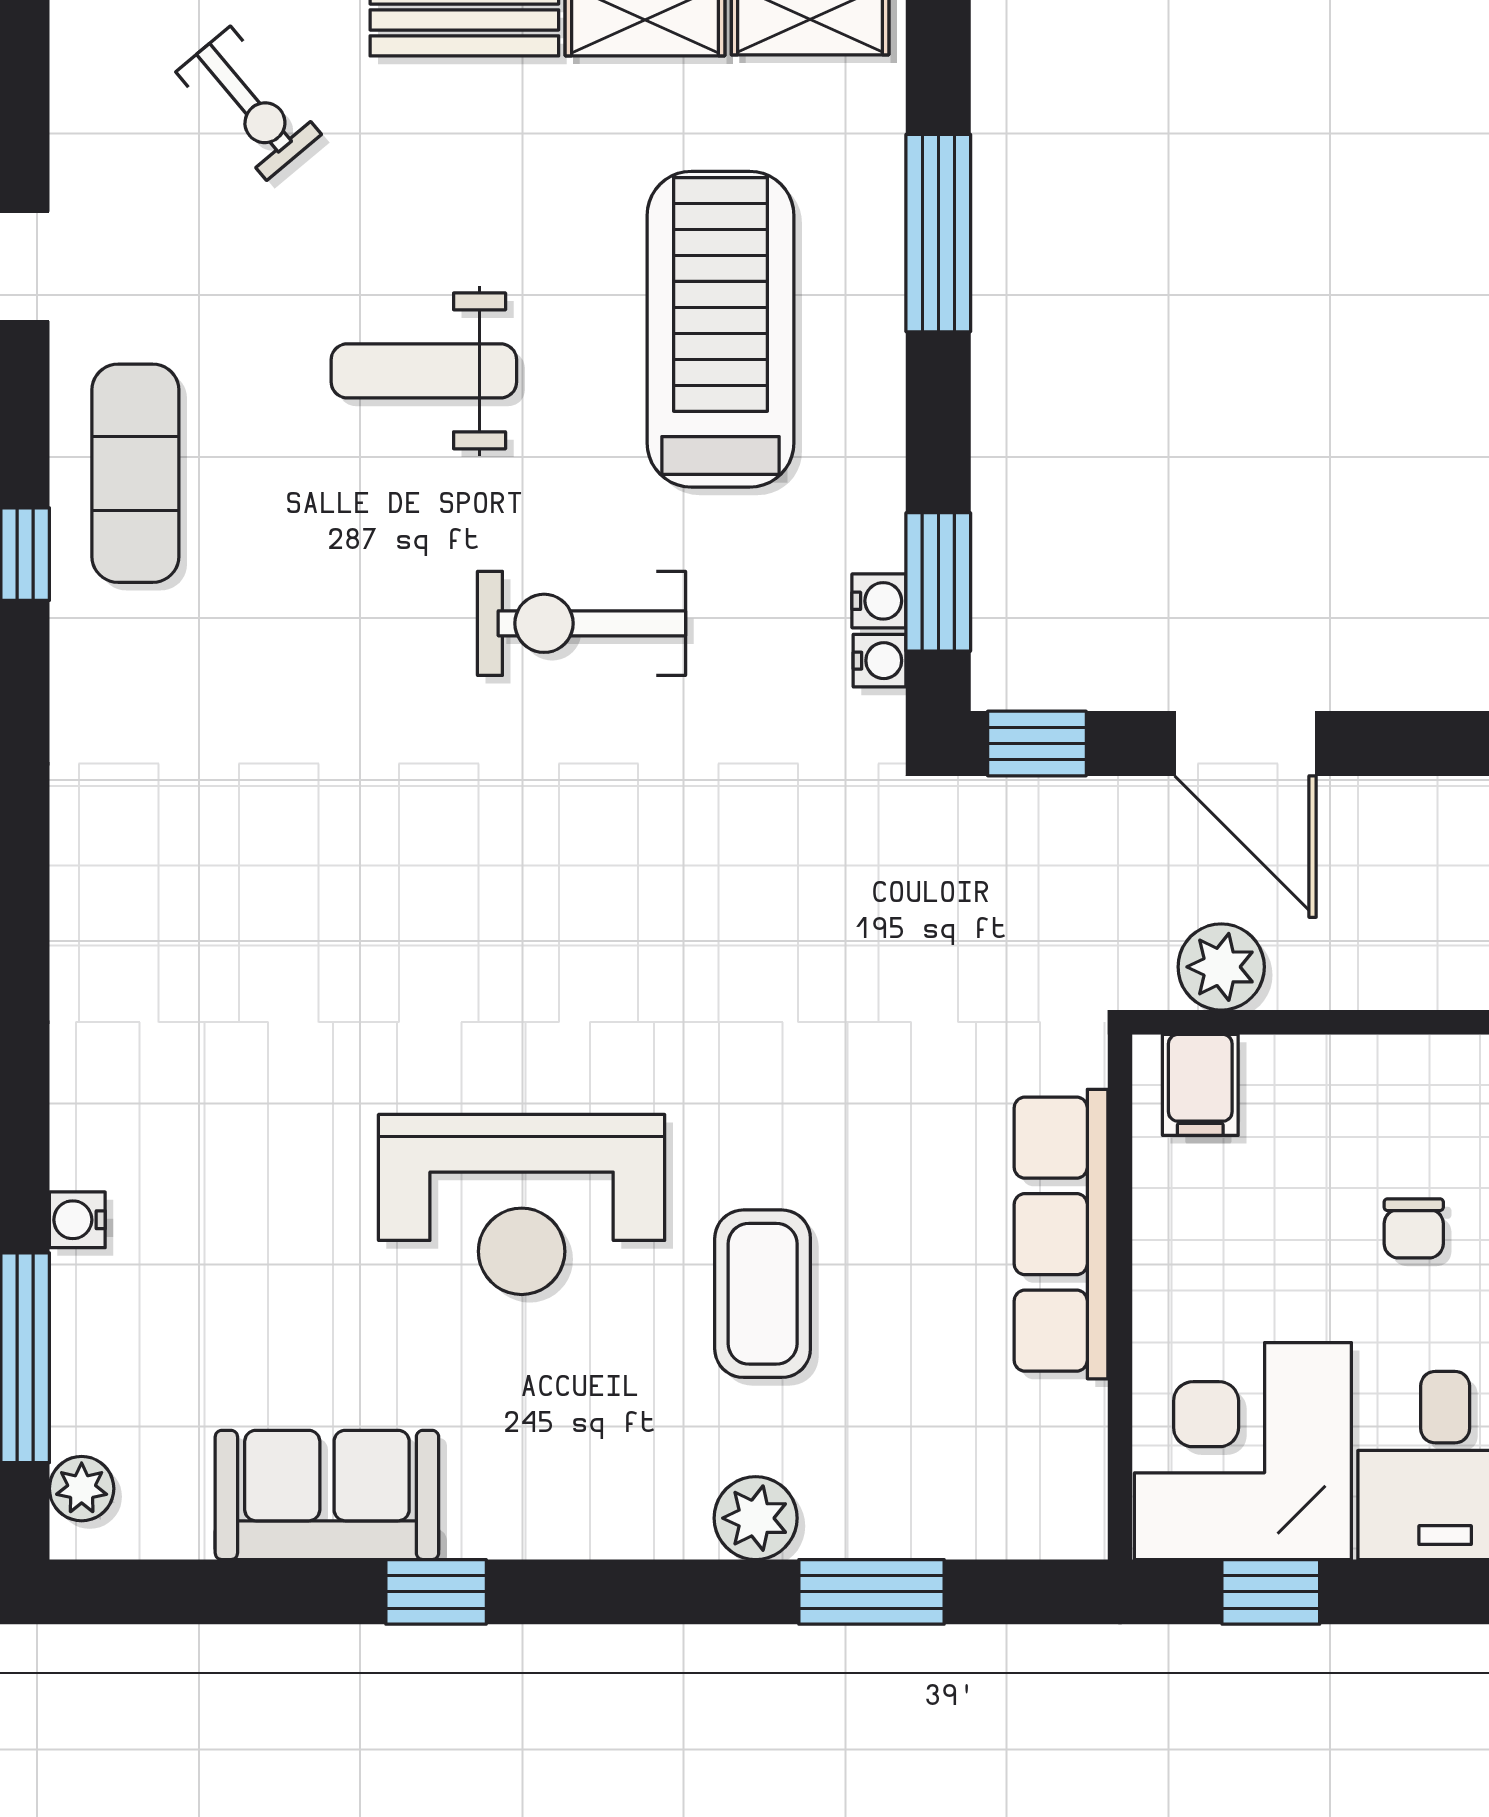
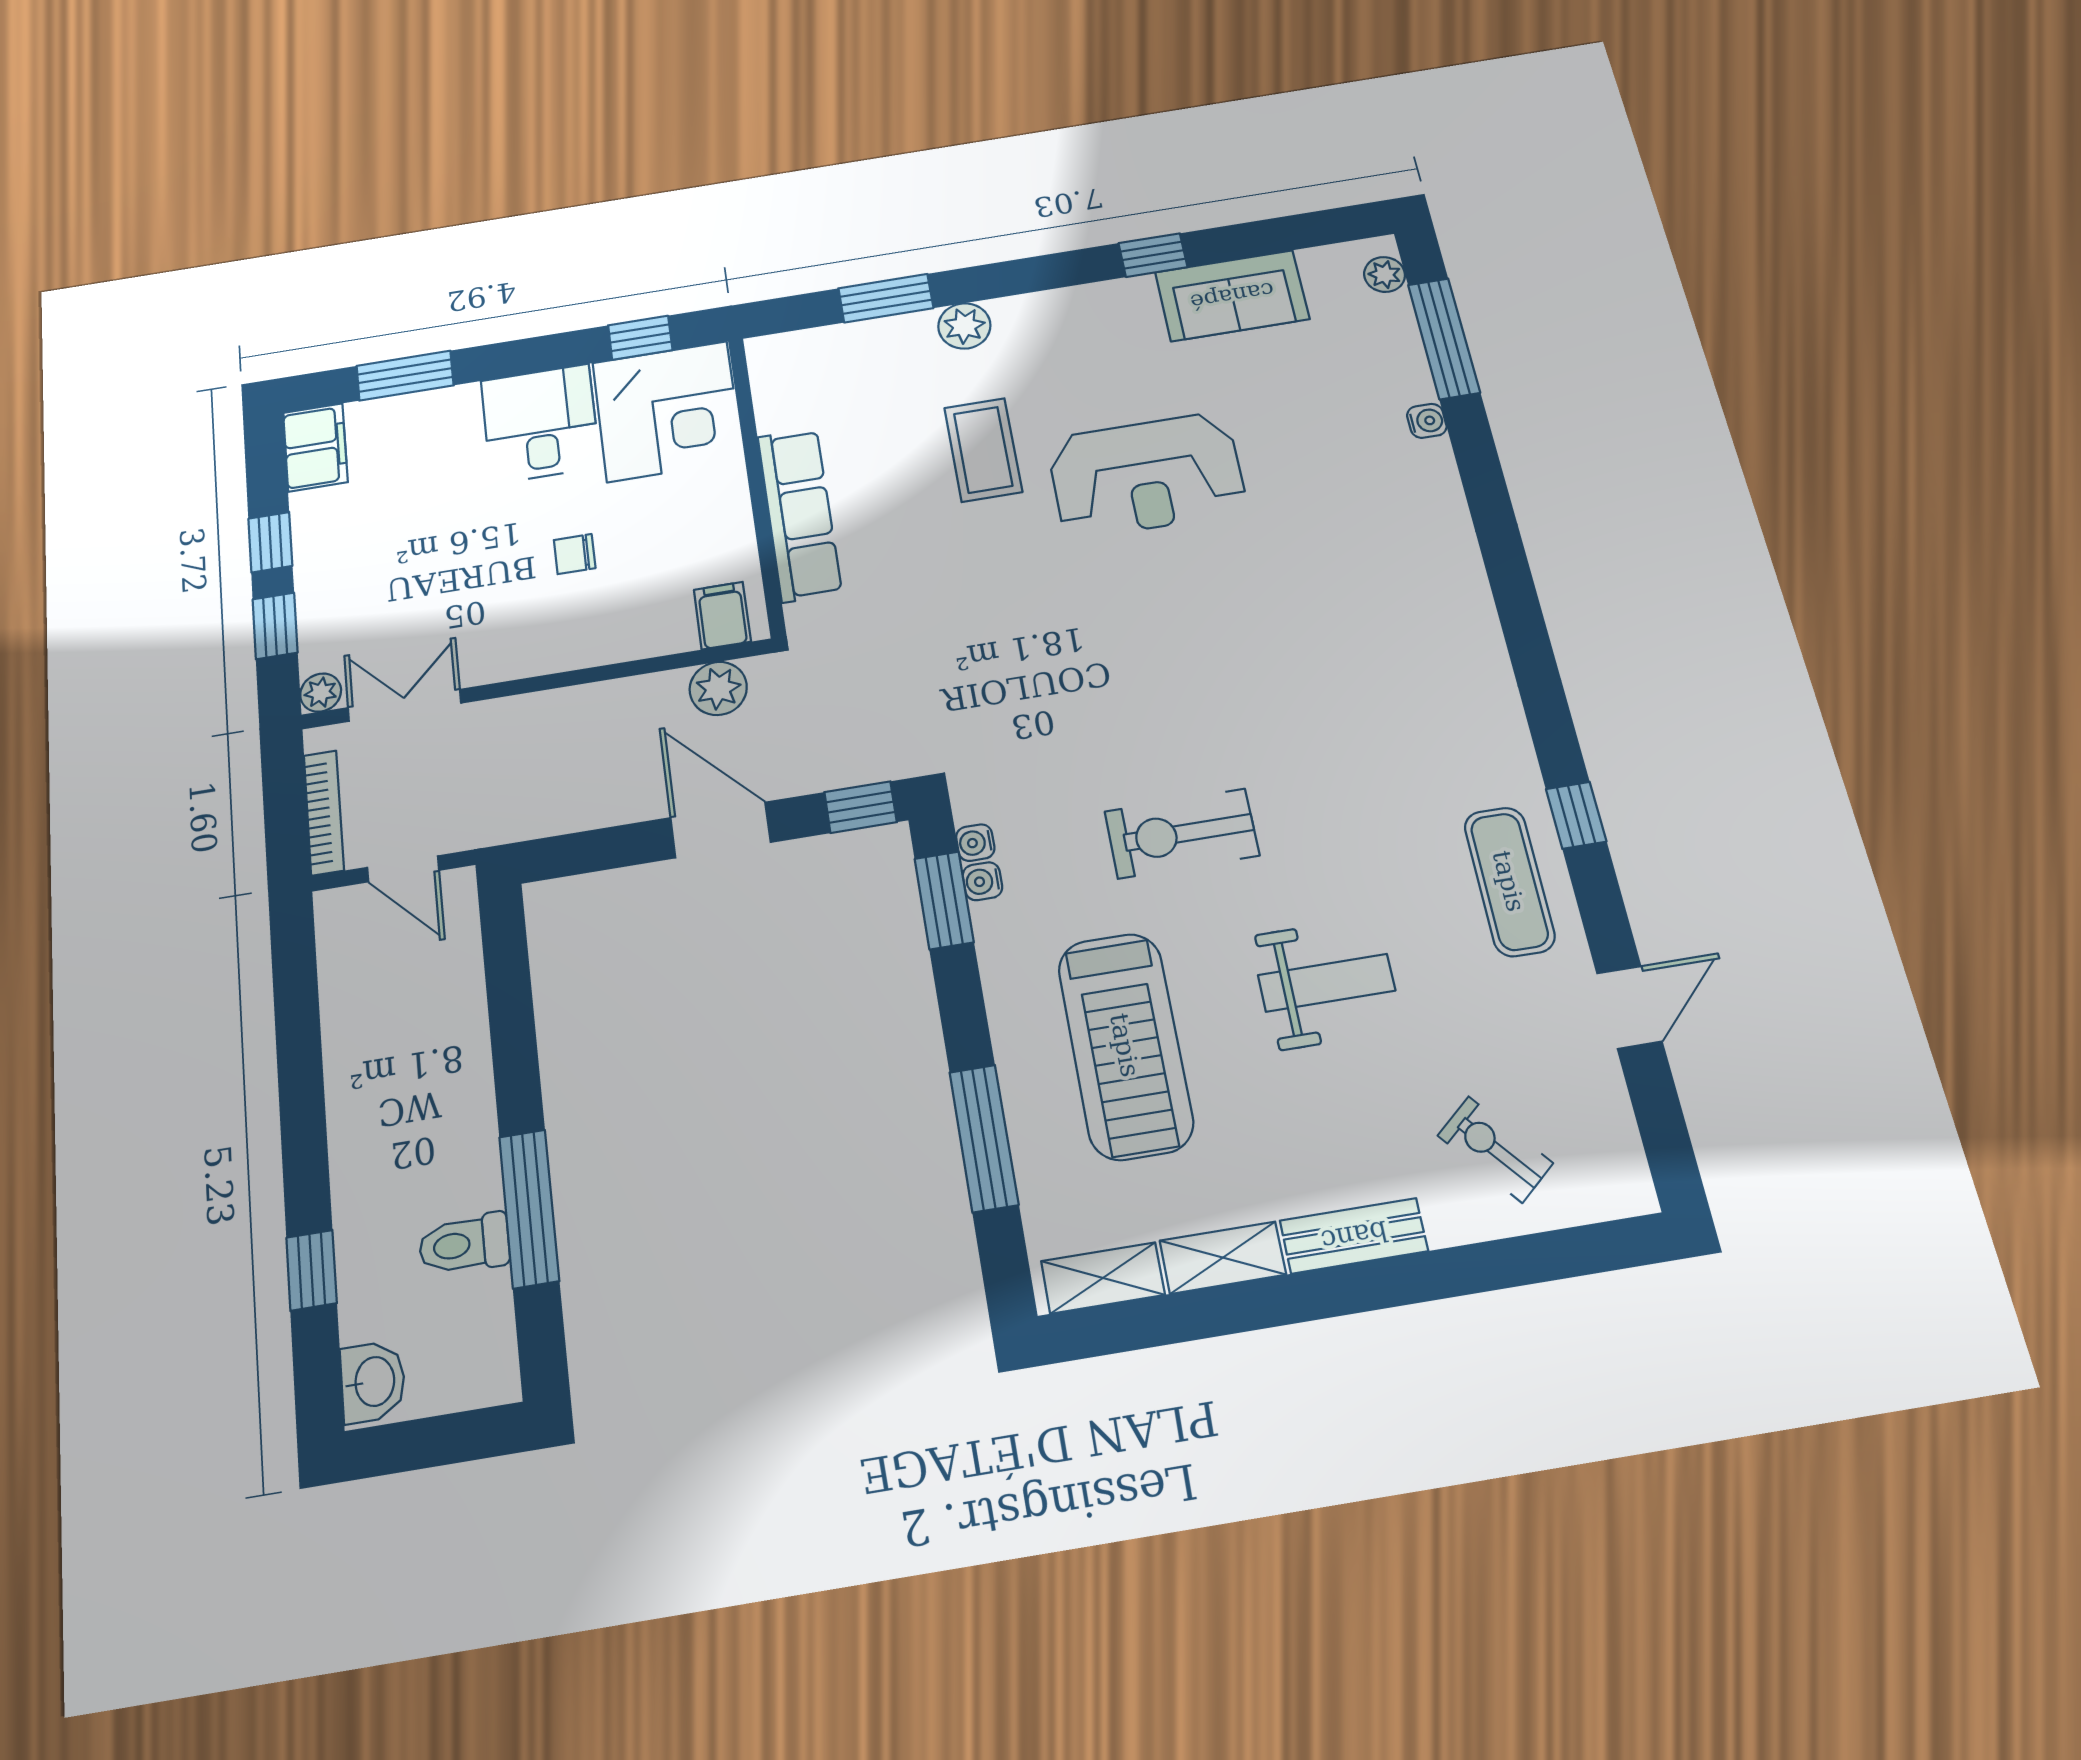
exercise bike: (581, 623) -> (1182, 834), turned 180
reception desk: (522, 1204) -> (1146, 475), turned 180
chair: (1414, 1228) -> (575, 554), turned -90

